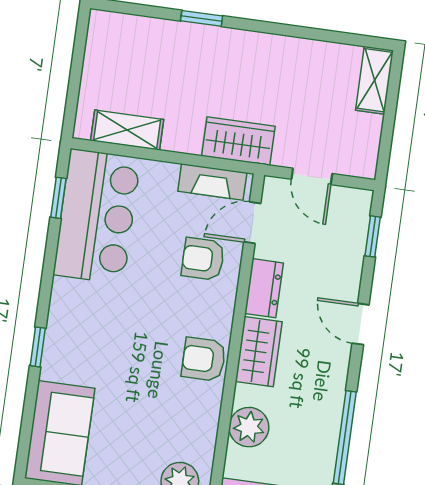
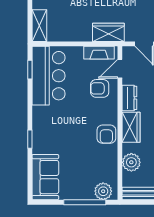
shelving: (127, 130) -> (39, 26), moved, turned 90
armchair: (204, 359) -> (106, 134), turned -90

